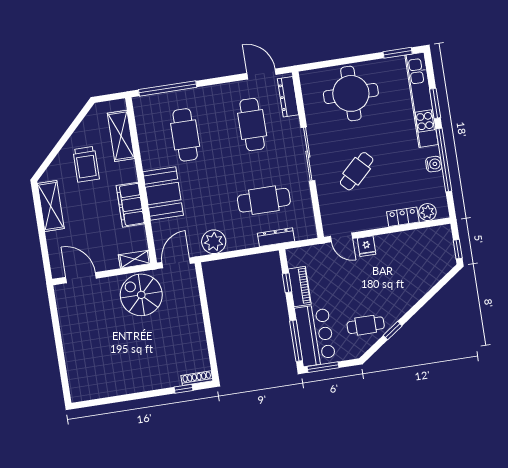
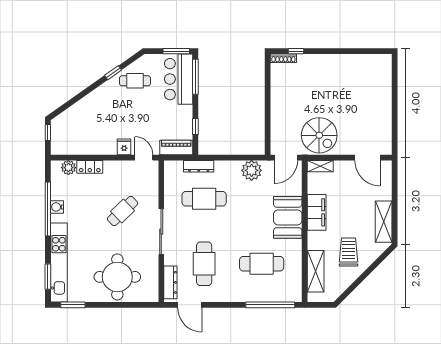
window: (435, 103) -> (48, 277), moved
cafe table: (185, 135) -> (262, 264), turned 90
piano: (300, 287) -> (176, 148), moved, turned 90

